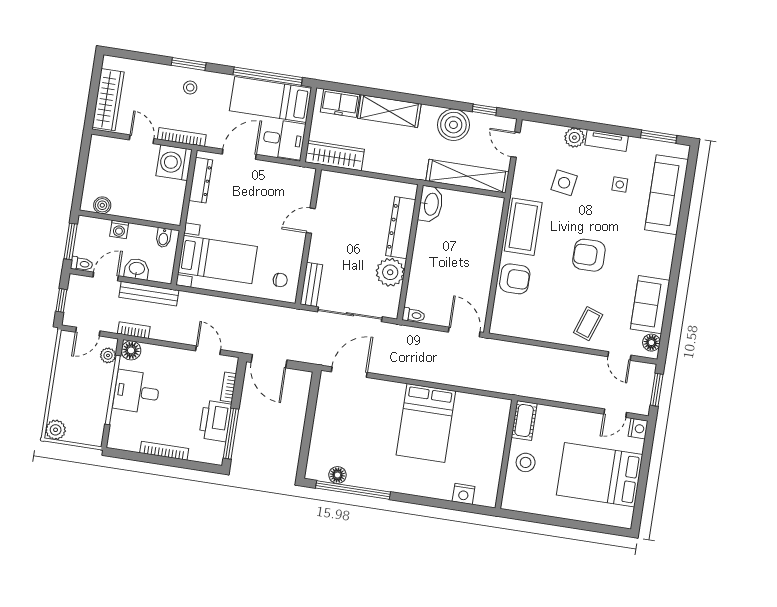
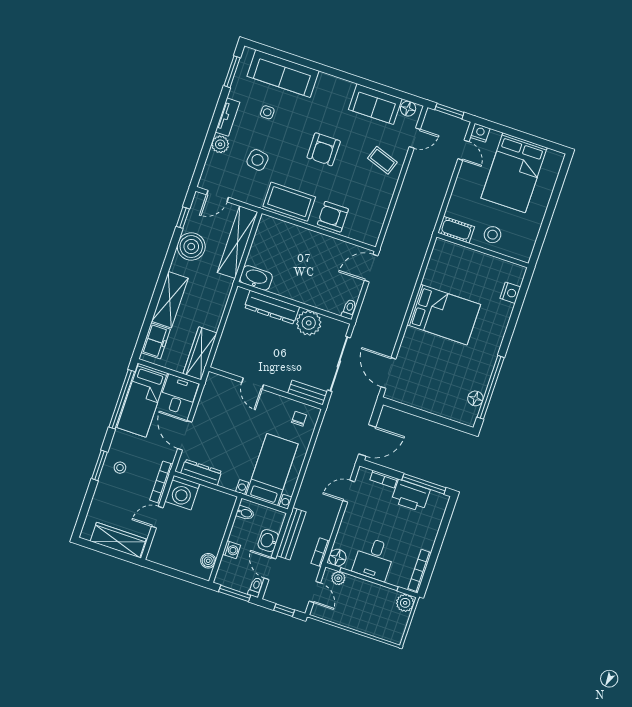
armchair: (515, 279) -> (333, 217), turned -90
plant: (56, 430) -> (405, 603), moved
bookcase: (164, 451) -> (420, 571), moved

